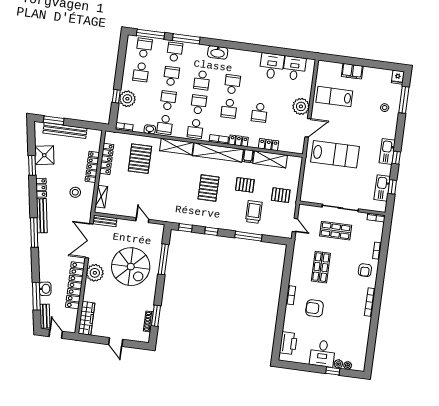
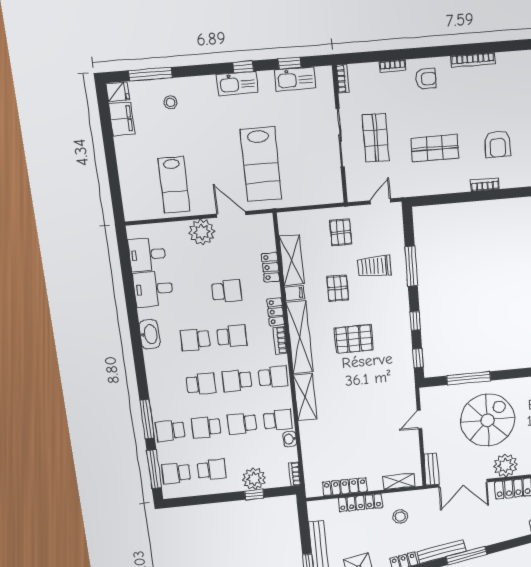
washbasin: (218, 52) -> (150, 334), moved
filing cabinet: (352, 71) -> (122, 119), moved
lab bench: (335, 154) -> (261, 164), turned 180
pallet: (140, 159) -> (334, 443), removed

